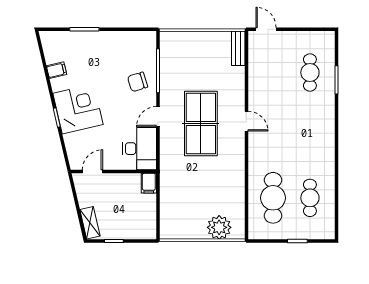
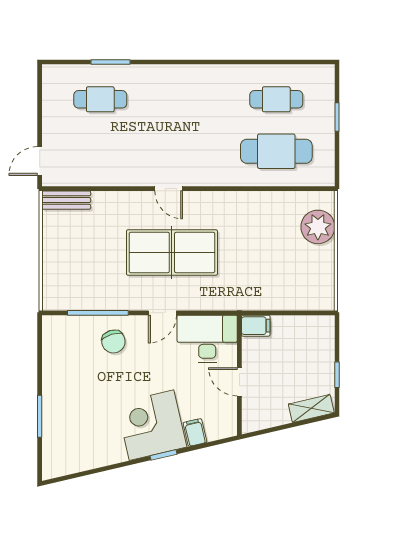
filing cabinet: (57, 70) -> (195, 432), moved
door: (158, 117) -> (162, 313), hinge flipped
door: (246, 121) -> (169, 189), swing flipped
door: (93, 172) -> (239, 382), moved

